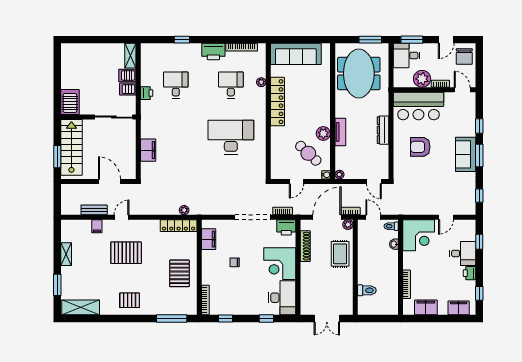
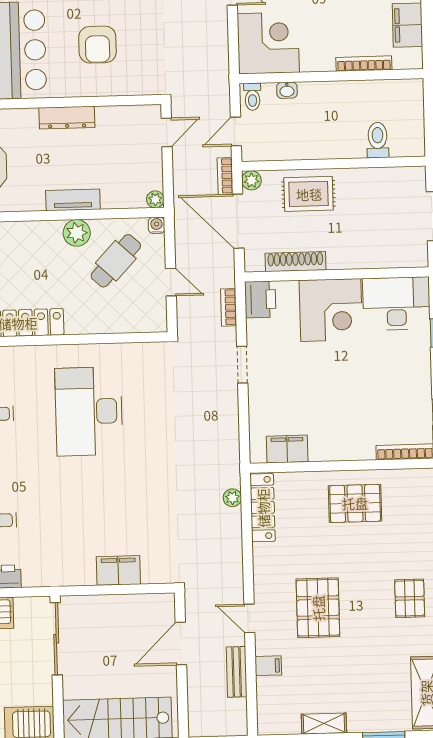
doorway: (253, 217) -> (242, 365), width x0.53
chair: (235, 262) -> (331, 397), removed

